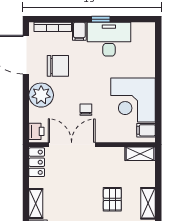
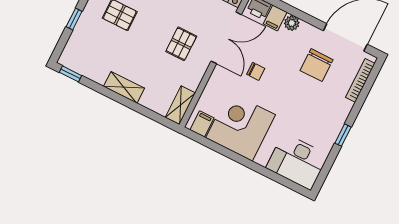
filing cabinet: (79, 31) -> (275, 18), moved, turned -90
desk: (109, 39) -> (297, 161), moved, turned 90
plant: (41, 95) -> (292, 23), width x0.53, depth x0.53
pallet: (112, 199) -> (181, 44), moved, turned 90

